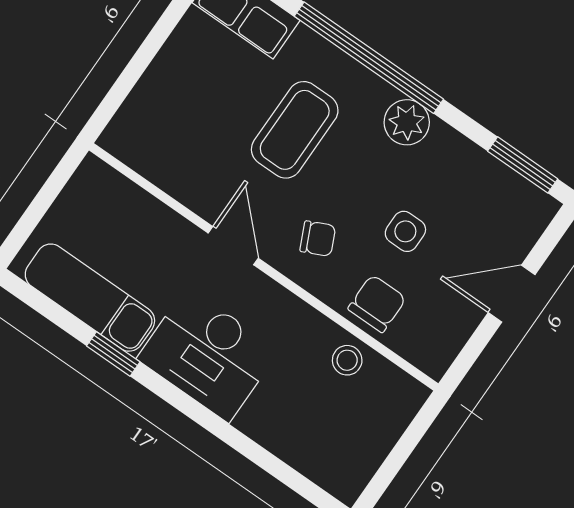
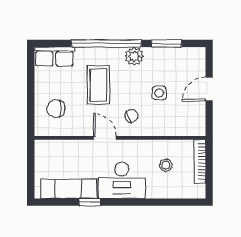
window: (523, 165) -> (166, 43), moved
chair: (377, 304) -> (56, 109), moved, turned -90
stool: (347, 360) -> (166, 165), moved
bookcase: (391, 427) -> (200, 162), added

